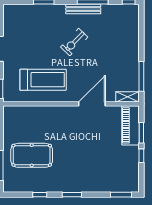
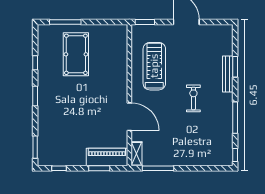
bench: (83, 9) -> (228, 74), moved
exercise bike: (74, 42) -> (193, 98), turned 46
treadmill: (43, 80) -> (154, 66), turned 180
window: (141, 156) -> (59, 168), moved

